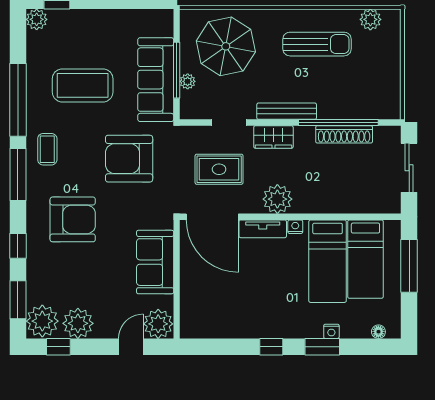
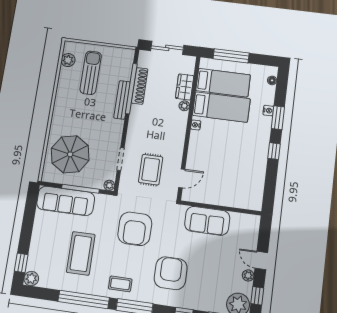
sun lounger: (317, 44) -> (91, 73), moved
sofa: (156, 80) -> (66, 201), moved
plant: (188, 81) -> (109, 185), moved
bench: (287, 111) -> (122, 100), moved
wardrobe: (273, 137) -> (185, 87), moved, turned 180
plant: (277, 199) -> (184, 106), moved, width x0.53, depth x0.53
door: (212, 217) -> (182, 178), width x0.53
tv unit: (263, 229) -> (194, 146), removed
plant: (78, 323) -> (248, 275), width x0.53, depth x0.53
plant: (158, 324) -> (250, 225), removed
door: (131, 347) -> (261, 260), moved

